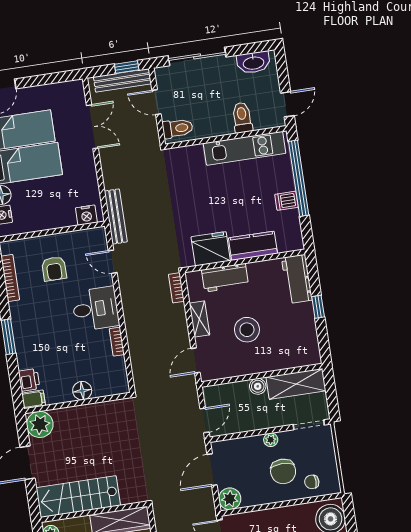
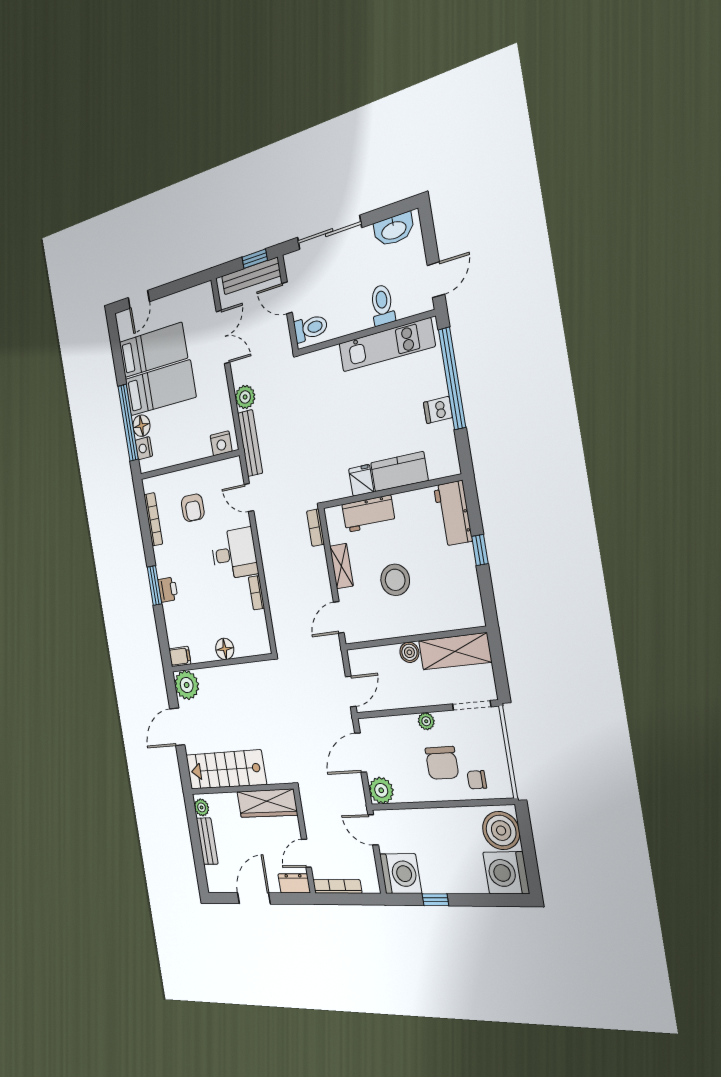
plant: (112, 178) -> (245, 397), added
fridge: (211, 249) -> (361, 480), width x0.53, depth x0.75
printer: (29, 380) -> (168, 590), moved

